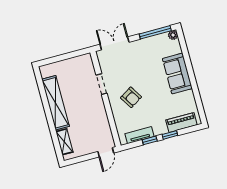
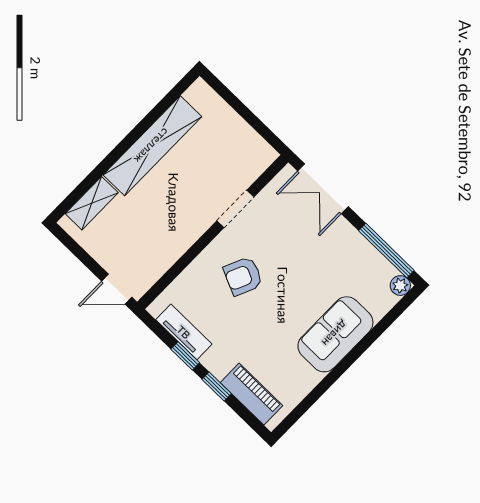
double door: (115, 43) -> (323, 189), swing flipped
armchair: (131, 97) -> (243, 276), turned 56

